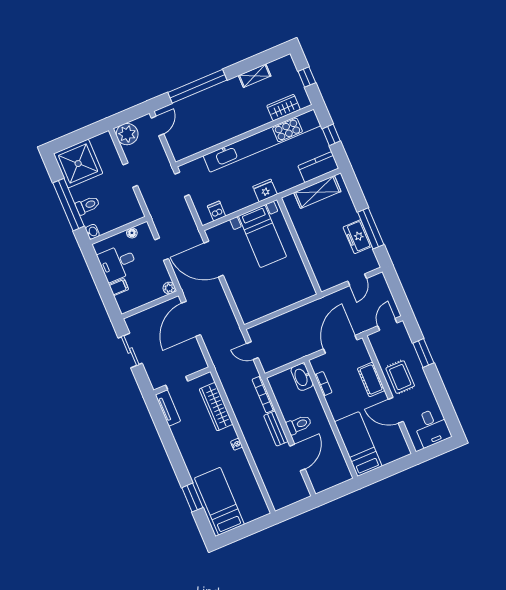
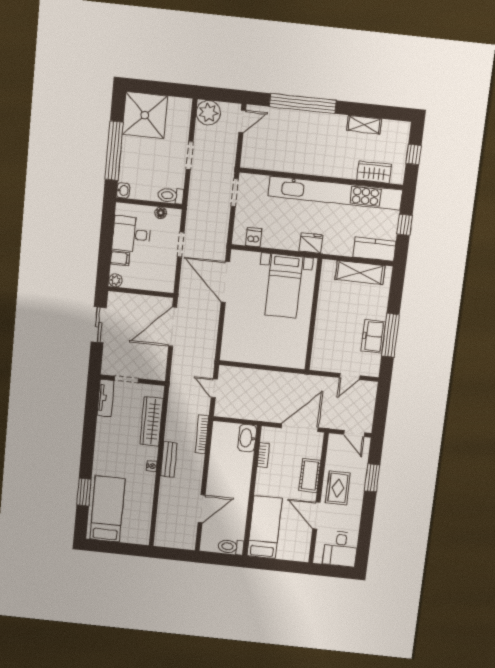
toilet: (87, 205) -> (171, 195), moved, turned 180
plant: (169, 288) -> (116, 280), moved
door: (387, 324) -> (354, 433), swing flipped
toilet: (299, 425) -> (231, 547), moved, turned 180
bench: (276, 428) -> (169, 459), moved

